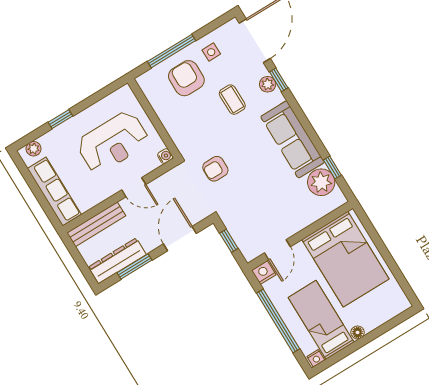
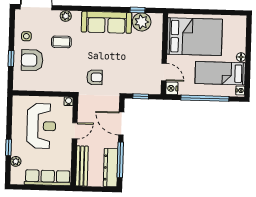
window: (172, 51) -> (11, 59), width x0.46
window: (279, 80) -> (67, 8), removed
plant: (34, 149) -> (16, 161), moved
armchair: (215, 169) -> (95, 77), turned -90
window: (135, 266) -> (120, 160), width x1.44

